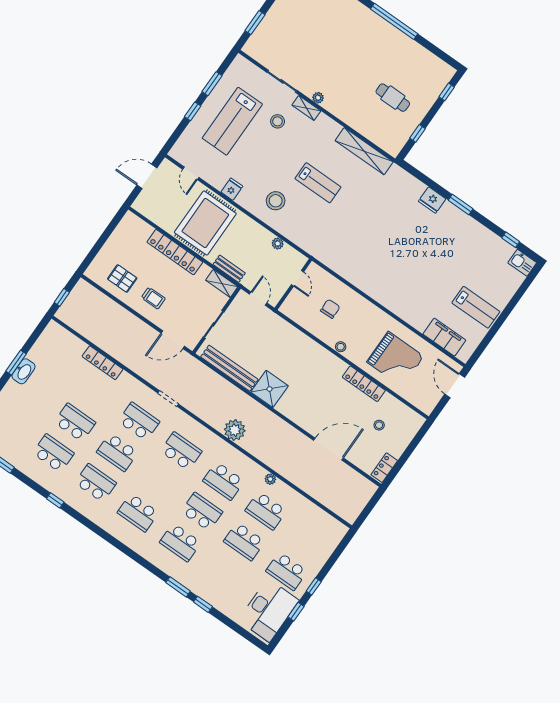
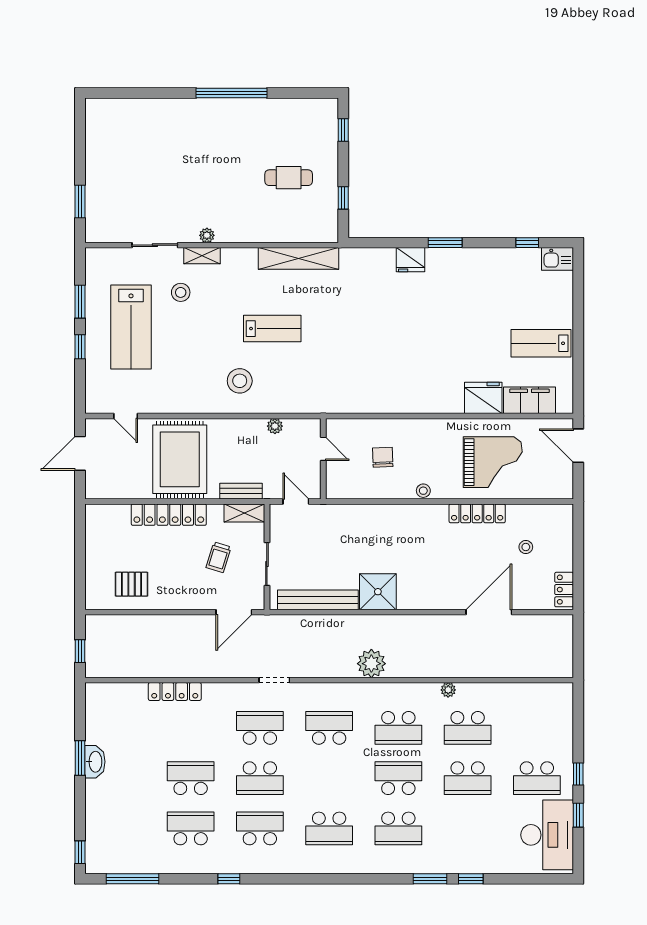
fridge: (232, 189) -> (483, 398), moved, width x1.88, depth x1.34
trolley: (153, 298) -> (219, 557), moved, turned 107
lab bench: (476, 307) -> (541, 343), turned 180

